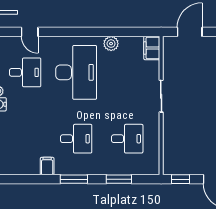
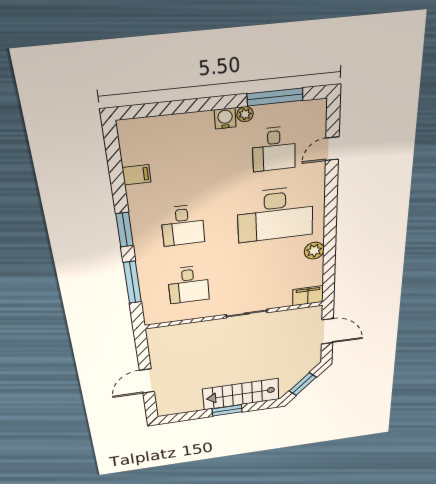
filing cabinet: (47, 166) -> (136, 175), moved
window: (119, 179) -> (132, 282), width x1.44
window: (181, 179) -> (142, 347), removed

